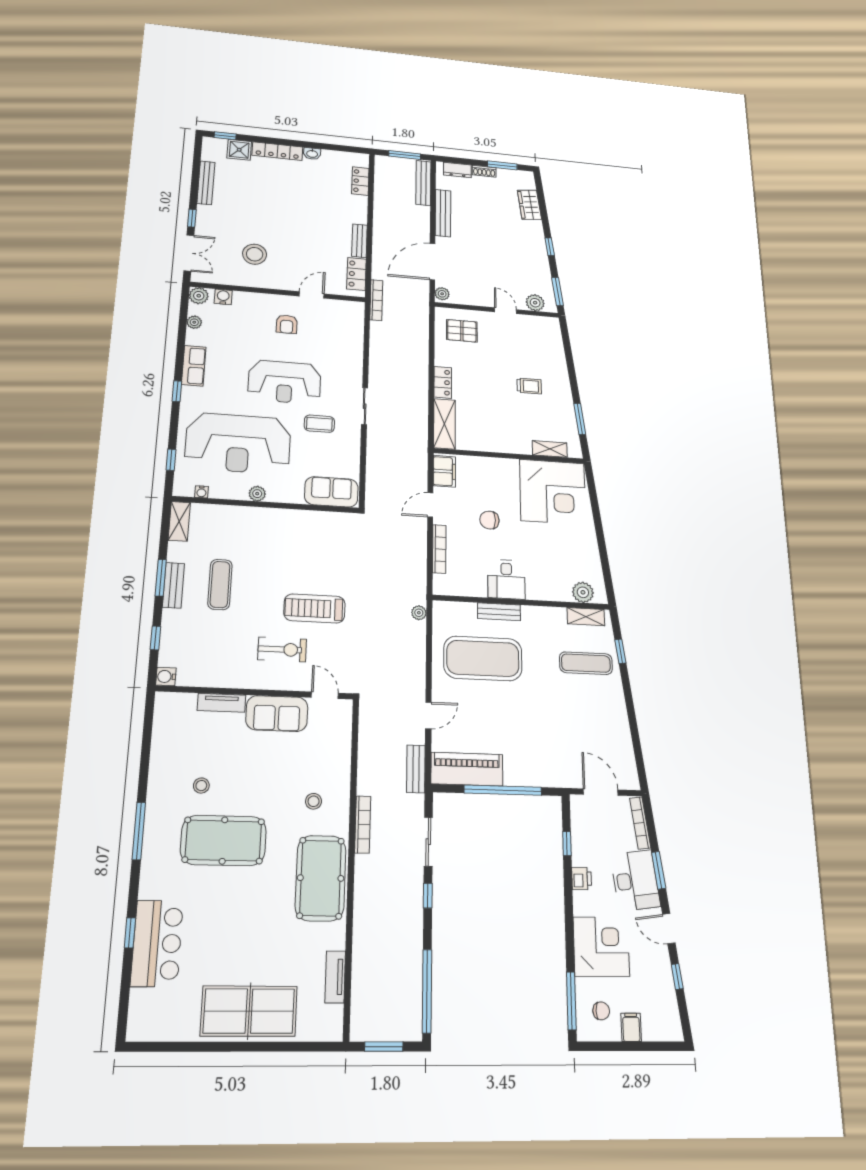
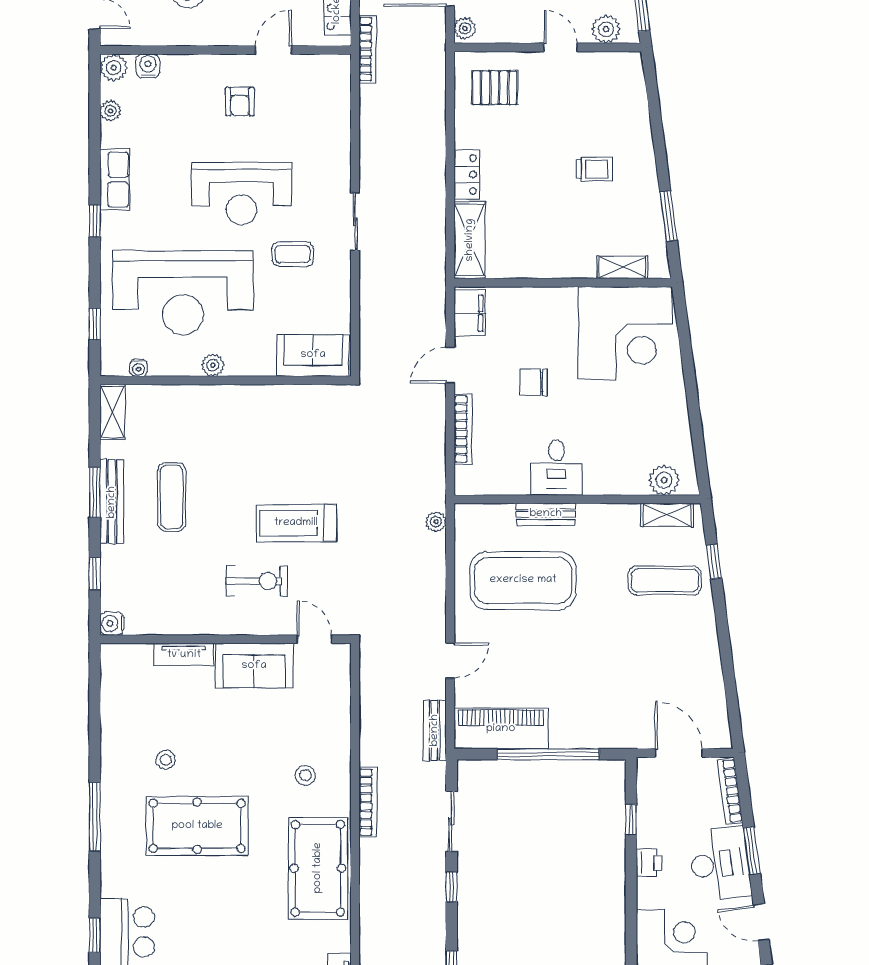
bench: (173, 585) -> (112, 502), width x1.36

